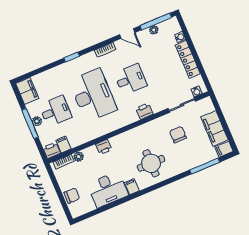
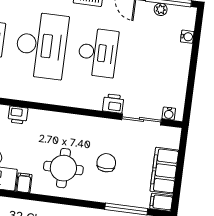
locker: (188, 59) -> (181, 69), removed
desk: (130, 79) -> (98, 53), width x1.37
printer: (144, 111) -> (113, 103), moved
chair: (178, 135) -> (106, 163), moved

